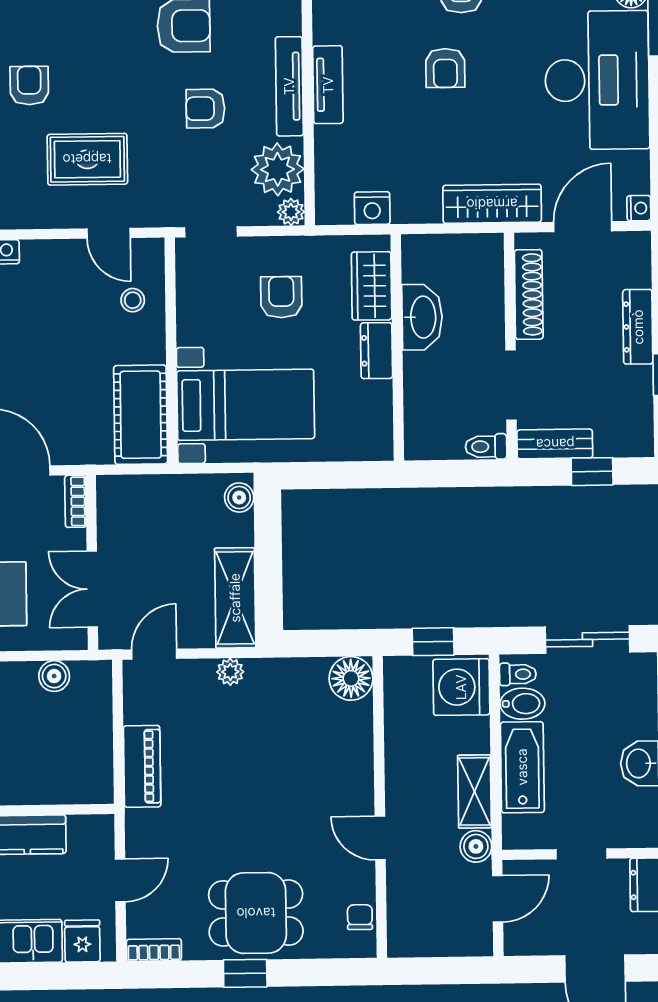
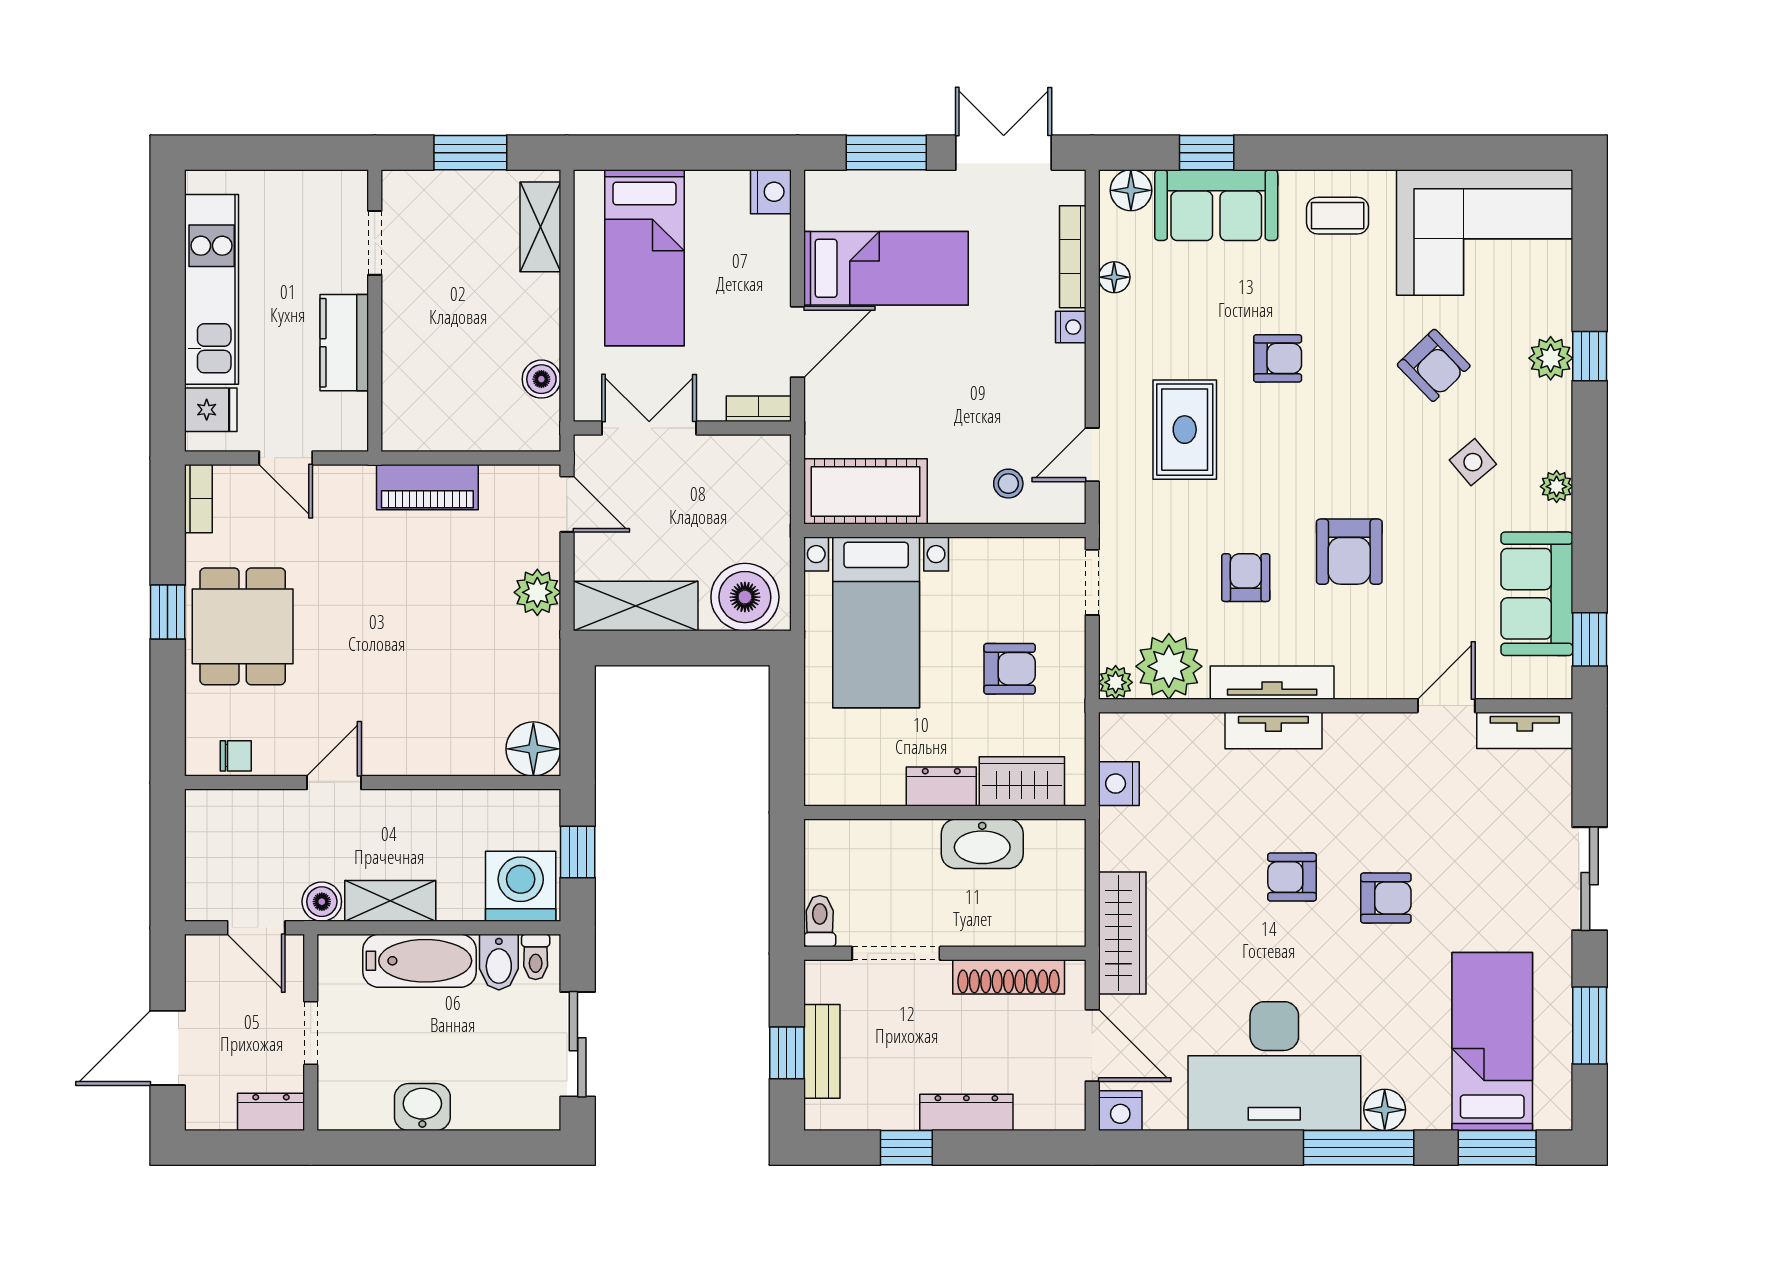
nightstand: (639, 208) -> (1120, 1111), width x1.39, depth x1.35
bench: (555, 444) -> (822, 1051), moved
boiler: (239, 498) -> (745, 597), width x1.86, depth x1.86
plant: (230, 672) -> (537, 592), width x1.38, depth x1.38

